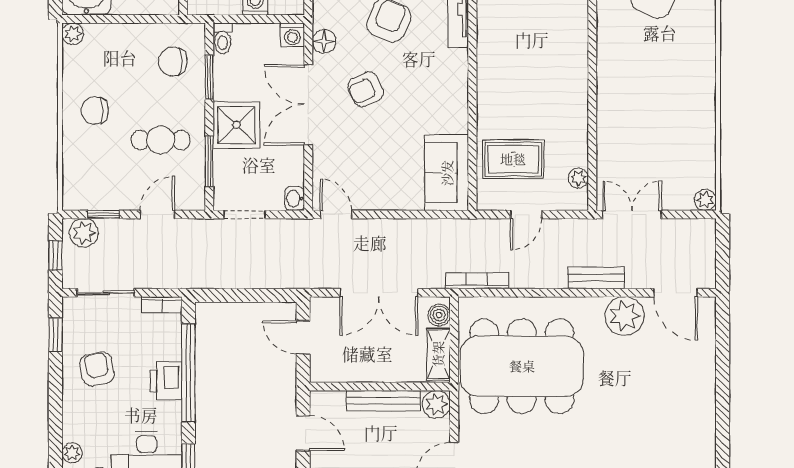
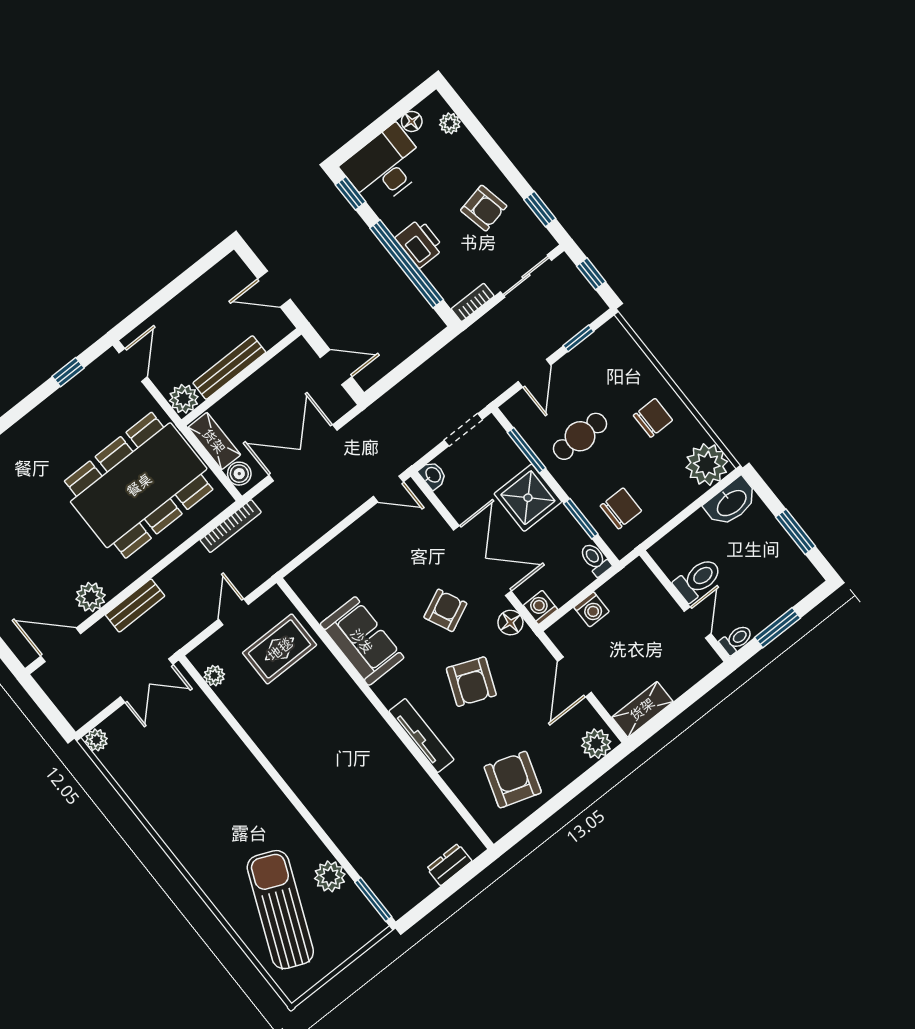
plant: (73, 34) -> (707, 465), width x1.87, depth x1.87
sofa: (447, 173) -> (362, 641), moved
plant: (84, 233) -> (583, 311), removed
plant: (624, 316) -> (91, 597), width x0.73, depth x0.73

